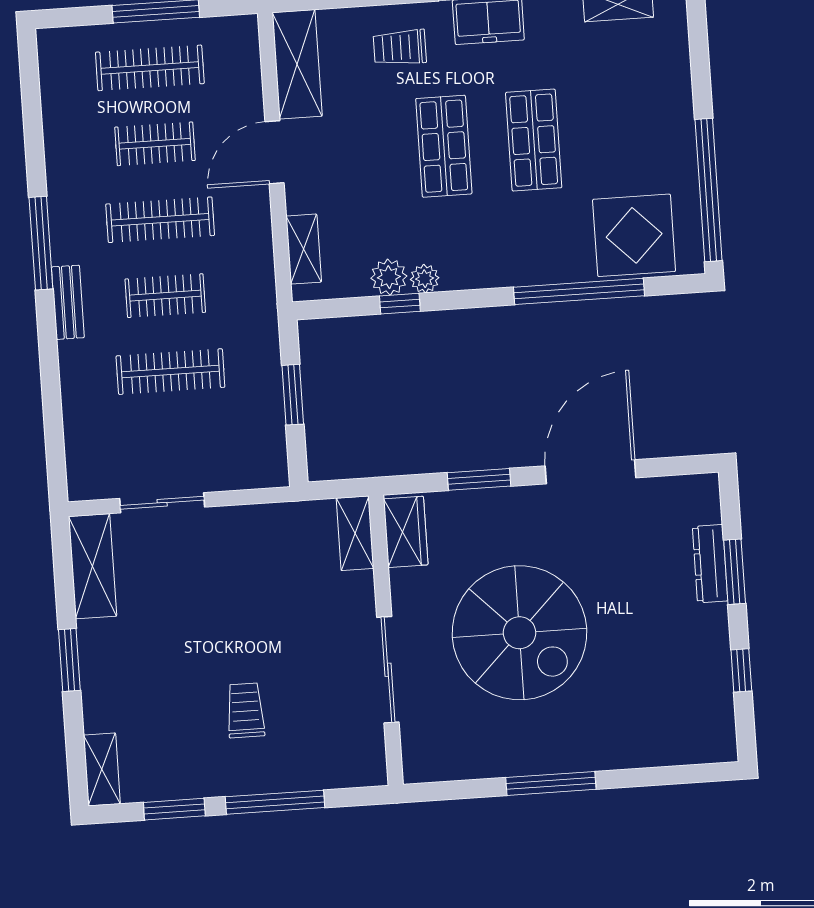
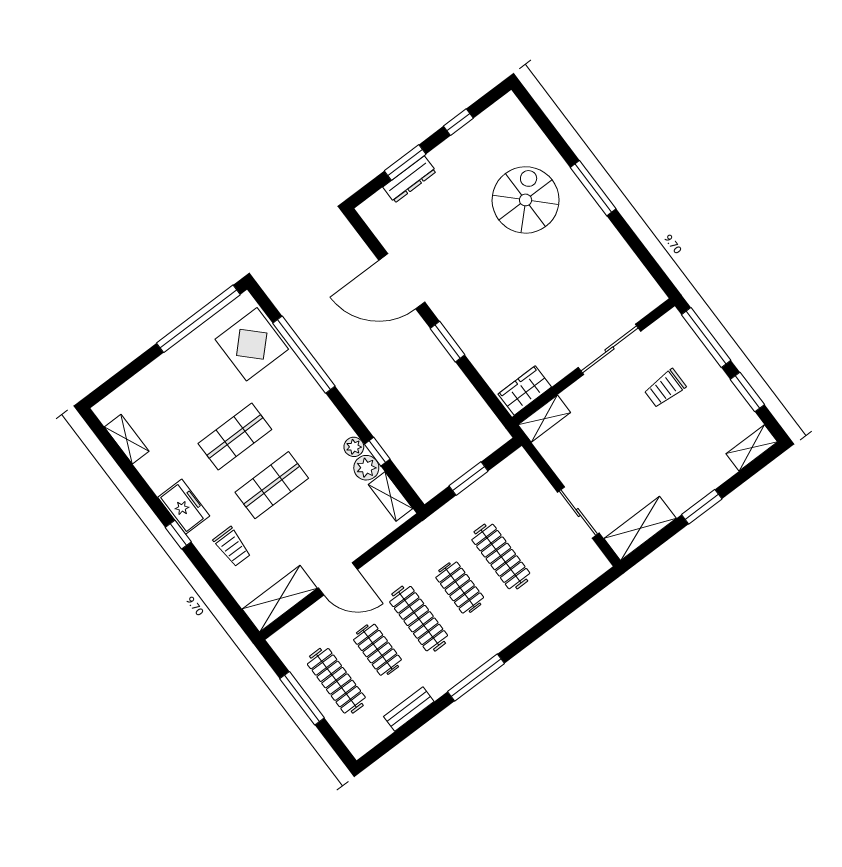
shelving: (304, 249) -> (391, 496), moved, turned 90
bench: (68, 302) -> (409, 709), moved
wardrobe: (406, 532) -> (525, 391), moved
shelving: (355, 533) -> (544, 419), moved
spiral stairs: (519, 633) -> (526, 200), moved, width x0.73, depth x0.73
wall: (386, 640) -> (593, 362), moved
sliding door: (388, 670) -> (609, 349), moved

